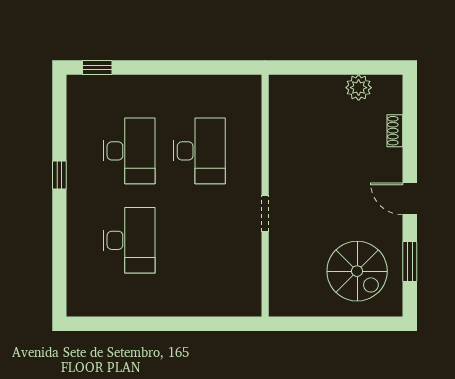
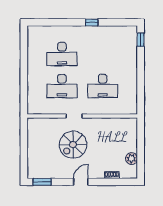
desk: (129, 151) -> (62, 86), moved
window: (410, 261) -> (42, 182), moved
spiral stairs: (357, 271) -> (73, 145), moved

